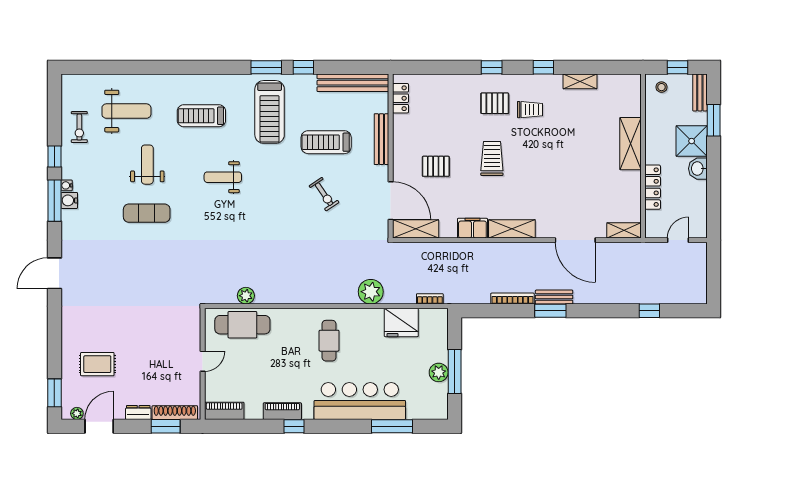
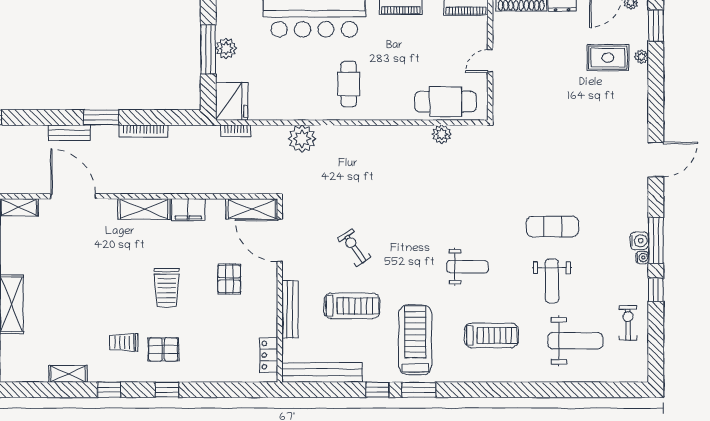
weight bench: (126, 111) -> (575, 341), turned 180
pallet: (436, 166) -> (229, 279), turned 90
bench: (554, 297) -> (69, 133), moved
fridge: (401, 322) -> (232, 101), moved, turned 90
plant: (67, 365) -> (641, 57), added

